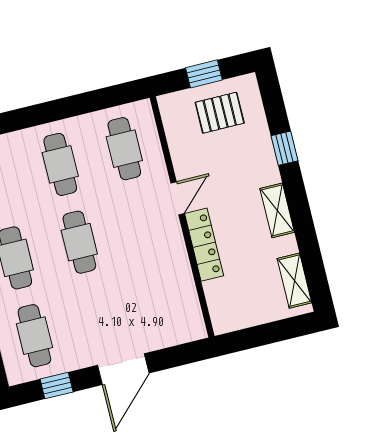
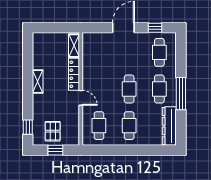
pallet: (220, 113) -> (53, 131), turned 90
window: (284, 148) -> (28, 127), moved
door: (178, 198) -> (81, 98), swing flipped
shelving: (294, 281) -> (74, 46), moved

